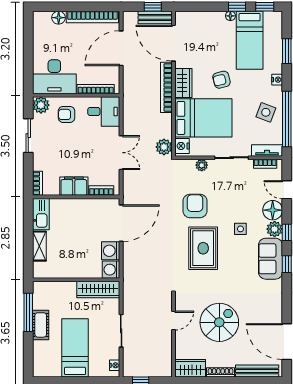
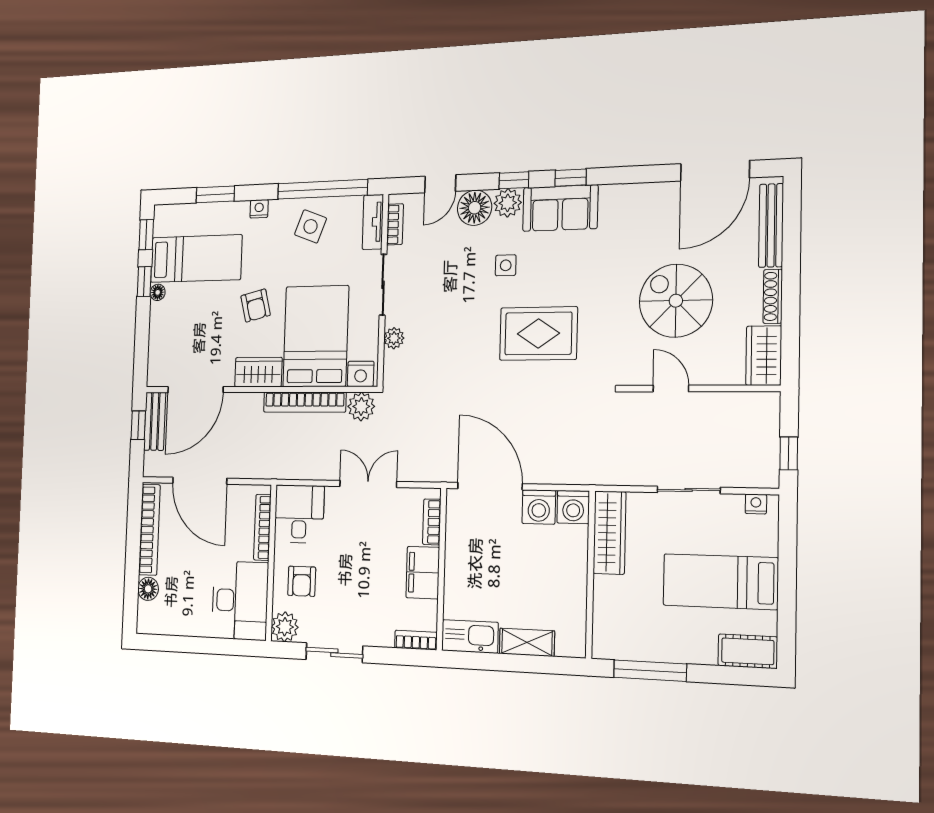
bookcase: (166, 87) -> (305, 402), moved
armchair: (195, 206) -> (463, 350), removed
cot: (41, 325) -> (748, 651), moved

